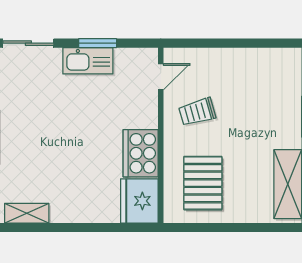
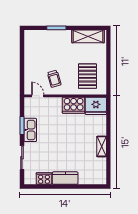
pallet: (203, 183) -> (87, 76), turned 90
shelving: (27, 213) -> (102, 146), moved

